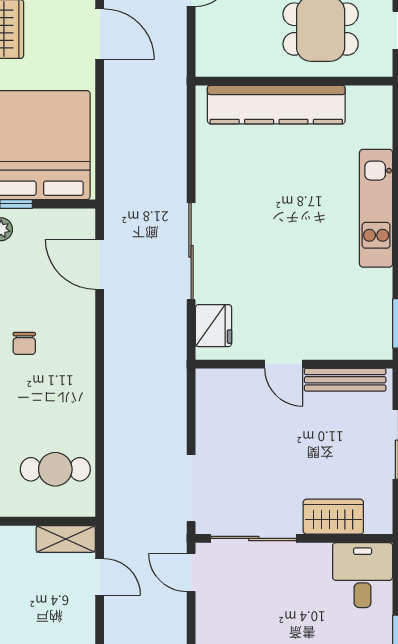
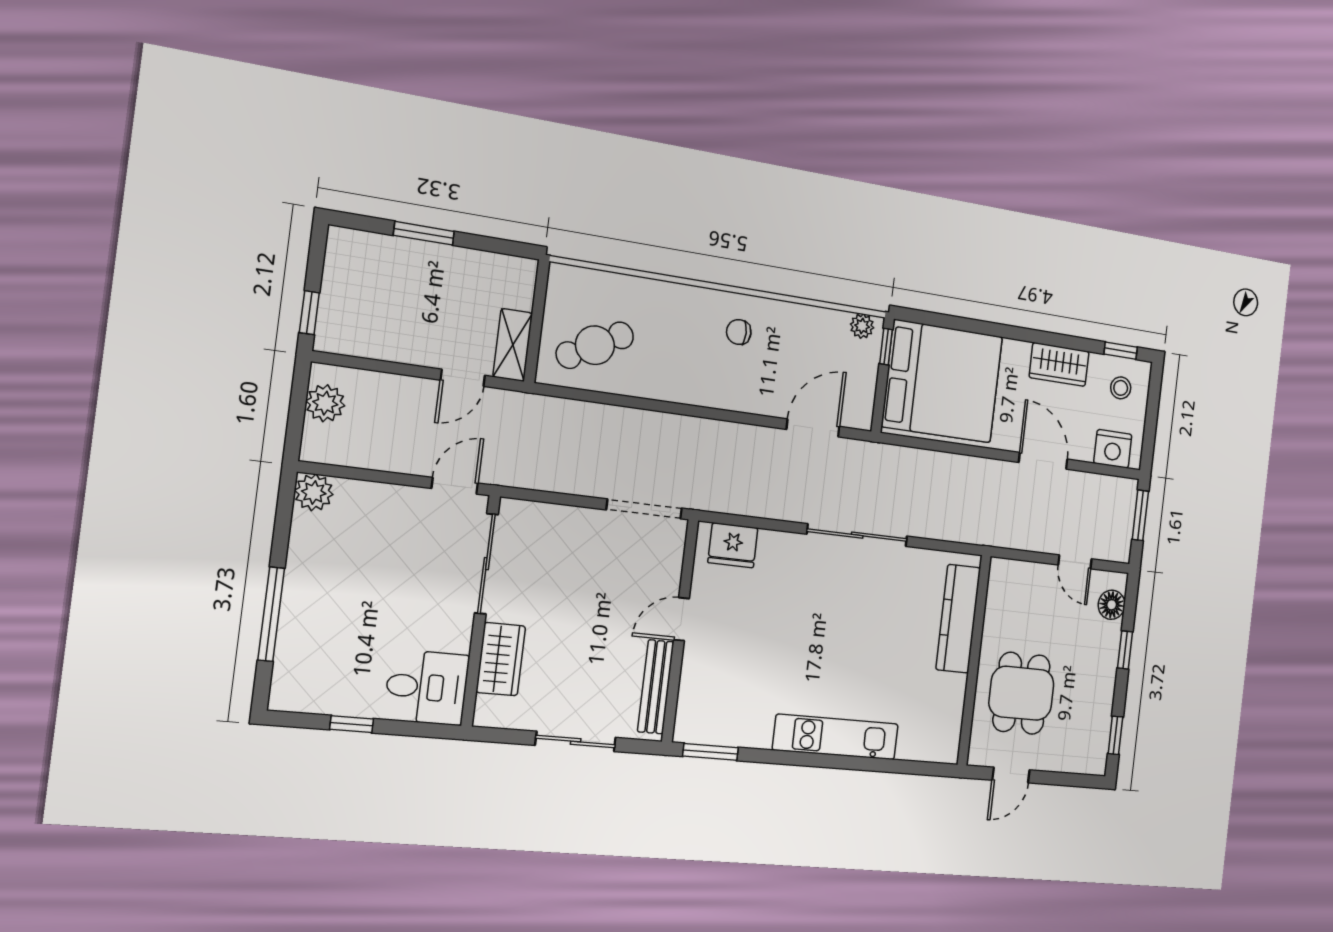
door: (100, 34) -> (1043, 461), swing flipped
kitchen counter: (276, 105) -> (958, 619), width x0.72, depth x0.86
sliding door: (191, 251) -> (857, 535), moved
cafe table: (55, 469) -> (595, 345), turned 61
doorway: (191, 488) -> (644, 509), moved

